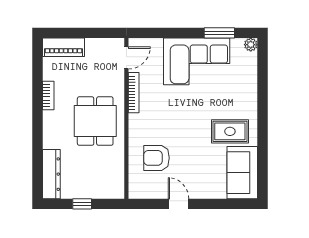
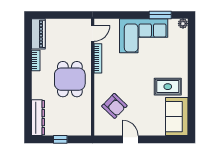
piano: (64, 47) -> (38, 34), moved, turned -90
armchair: (157, 158) -> (114, 106), turned -136

